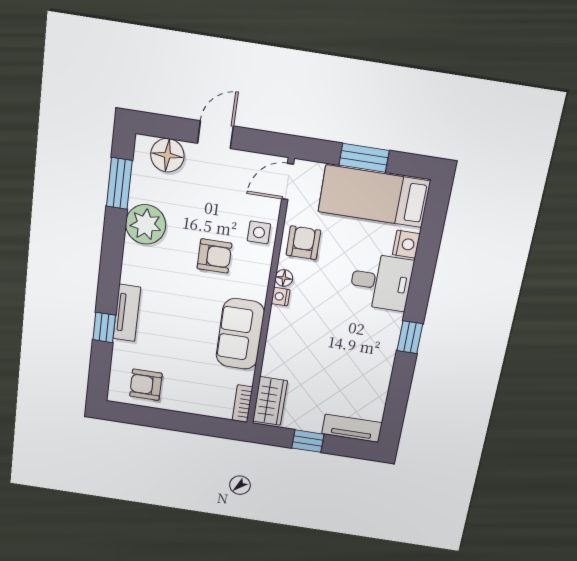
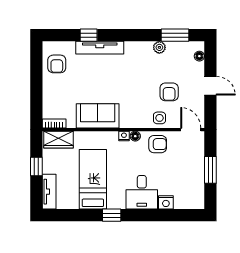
floor lamp: (167, 155) -> (199, 56), width x0.53, depth x0.53
bed: (374, 196) -> (93, 179), moved
plant: (146, 224) -> (159, 47), width x0.53, depth x0.53
armchair: (214, 256) -> (169, 92), moved
tv unit: (127, 313) -> (100, 48), width x1.41
armchair: (146, 385) -> (57, 64), turned 180

